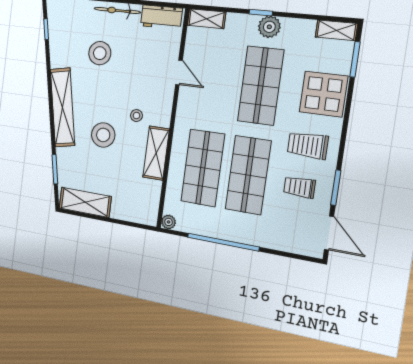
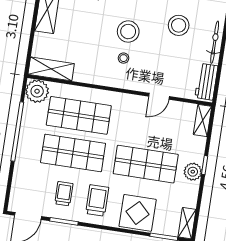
stool: (103, 135) -> (128, 32), moved
shelving: (156, 153) -> (51, 69), moved
plant: (169, 222) -> (37, 91), width x1.88, depth x1.88

